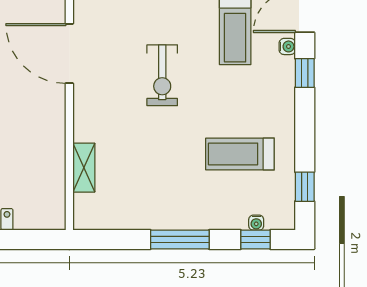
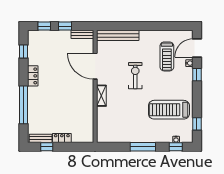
exercise bike: (162, 75) -> (135, 76), turned 180
treadmill: (240, 154) -> (169, 110), width x1.37, depth x1.38
shelving: (84, 168) -> (101, 96), moved

